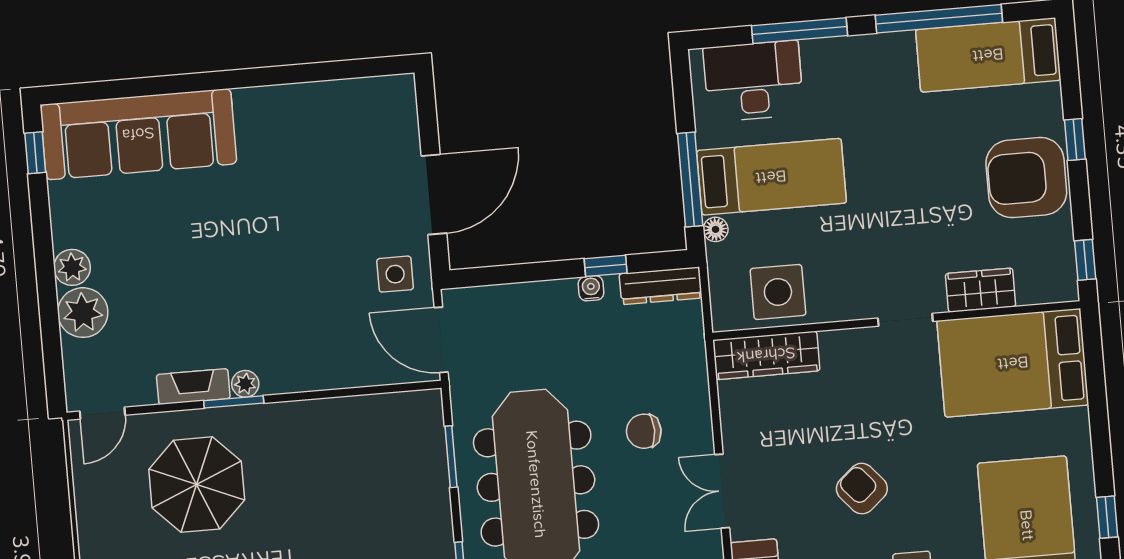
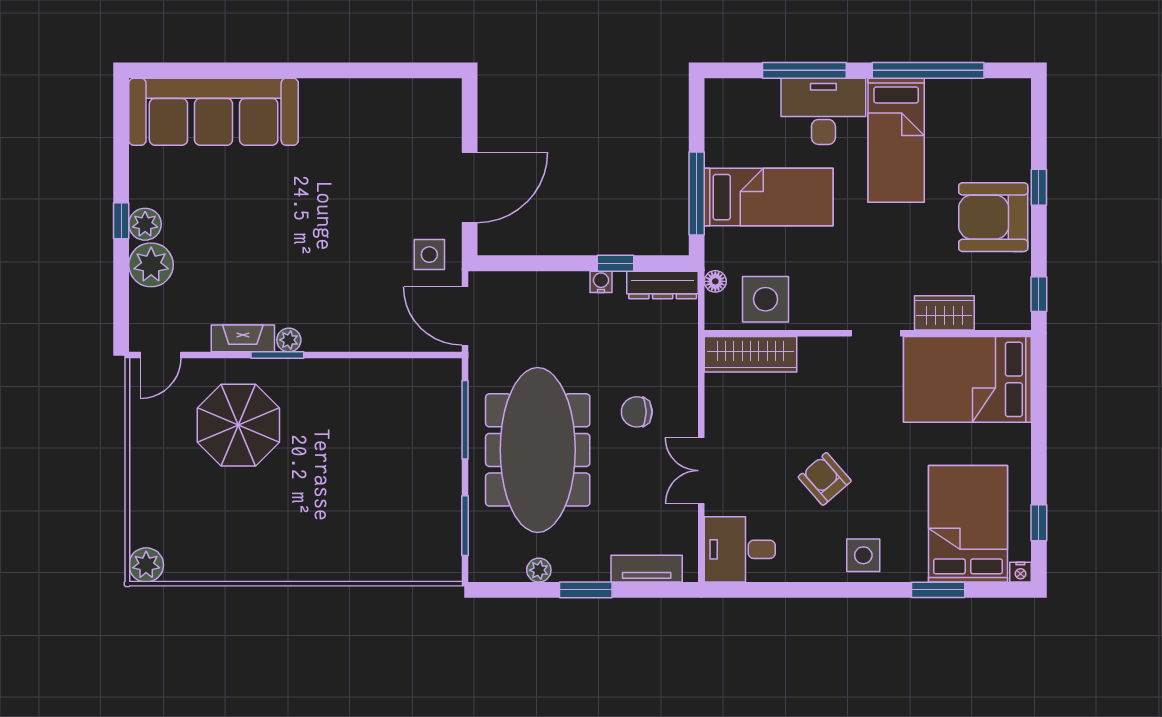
bed: (988, 55) -> (896, 140), moved, turned -90
desk: (753, 81) -> (823, 111), moved
window: (35, 153) -> (121, 221), moved
floor lamp: (716, 229) -> (715, 281), moved
window: (451, 457) -> (465, 420), width x1.44

